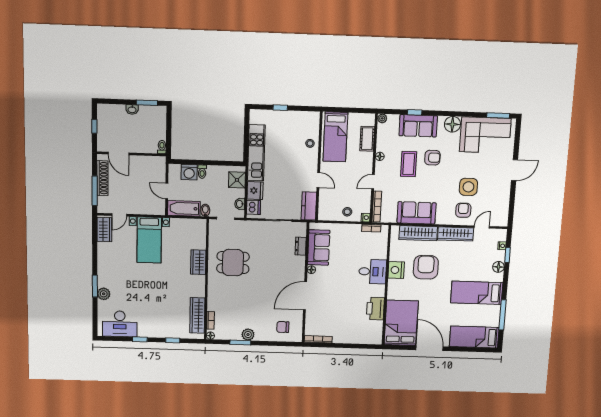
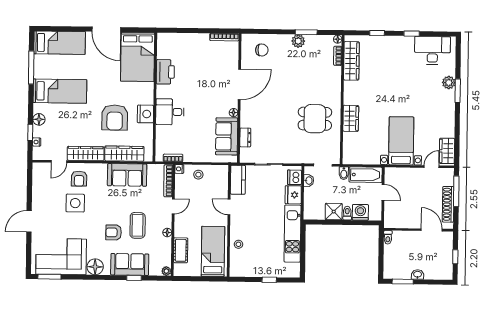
shower: (237, 180) -> (334, 212), moved

